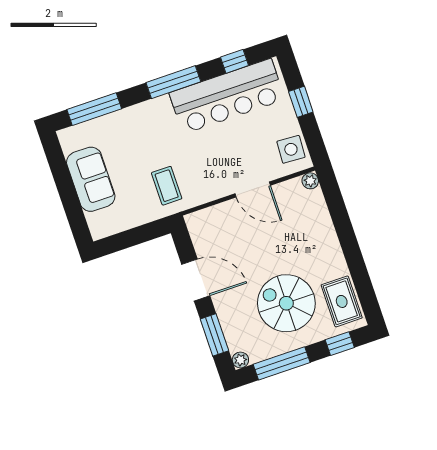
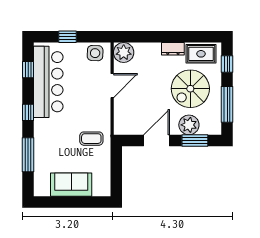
window: (173, 82) -> (28, 112), width x0.46
window: (94, 109) -> (28, 155), moved
plant: (310, 181) -> (124, 52), width x1.88, depth x1.88
dresser: (335, 259) -> (173, 49), added
plant: (240, 360) -> (189, 125), moved, width x1.87, depth x1.87

